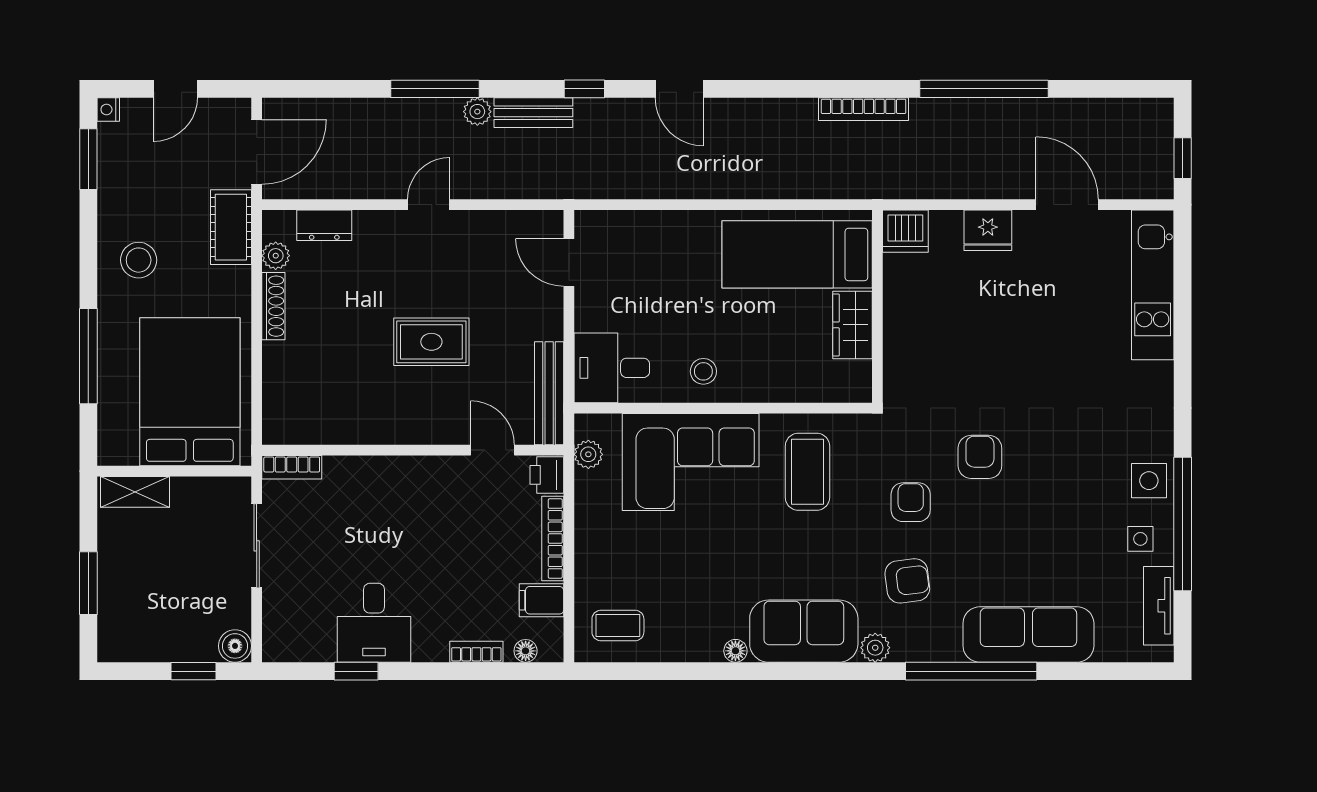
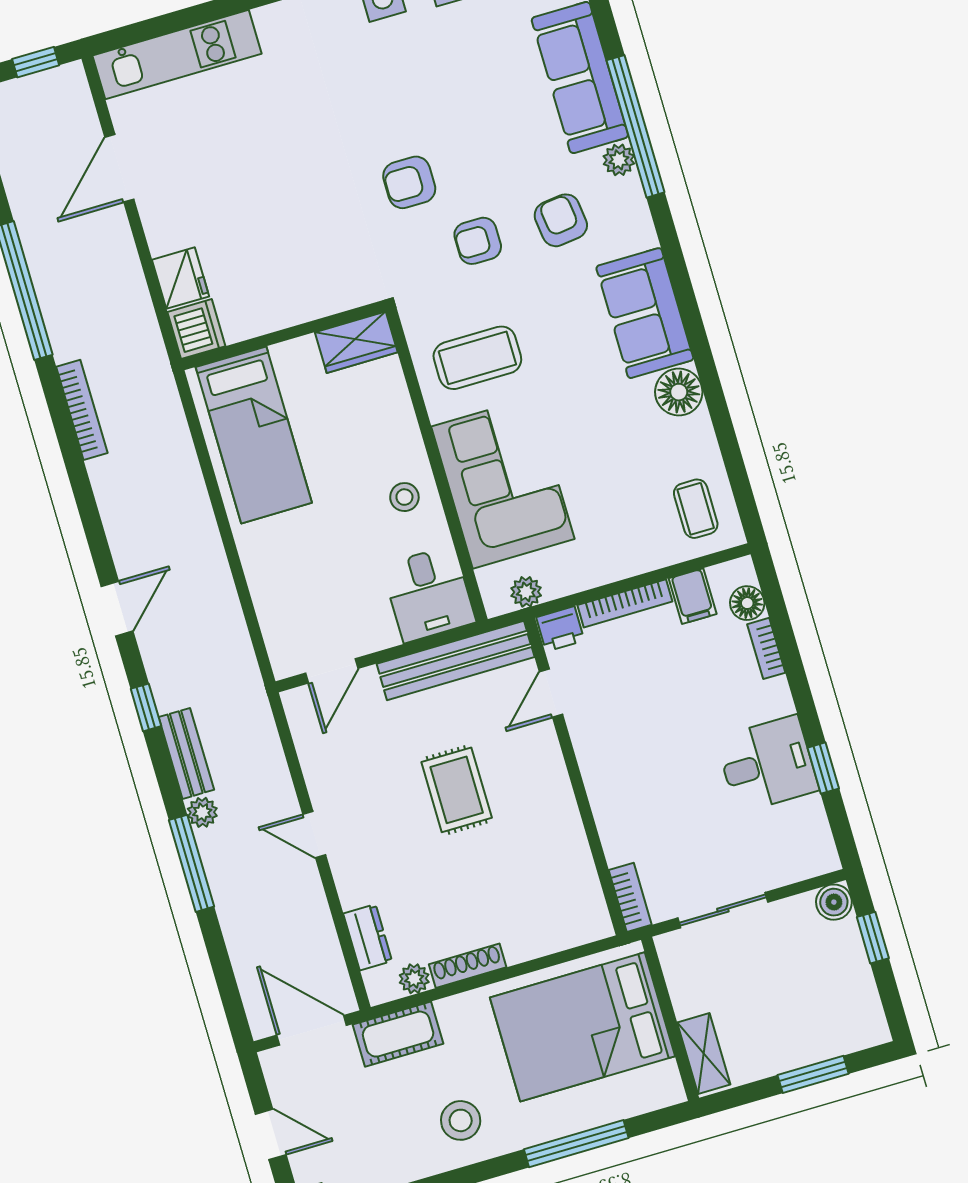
fridge: (988, 230) -> (181, 278), moved
wardrobe: (853, 325) -> (356, 342), moved
bench: (549, 393) -> (456, 660), width x1.37, depth x1.21
plant: (875, 648) -> (619, 160), moved
floor lamp: (526, 651) -> (747, 603), width x1.37, depth x1.37
floor lamp: (735, 651) -> (679, 392), width x1.89, depth x1.89

